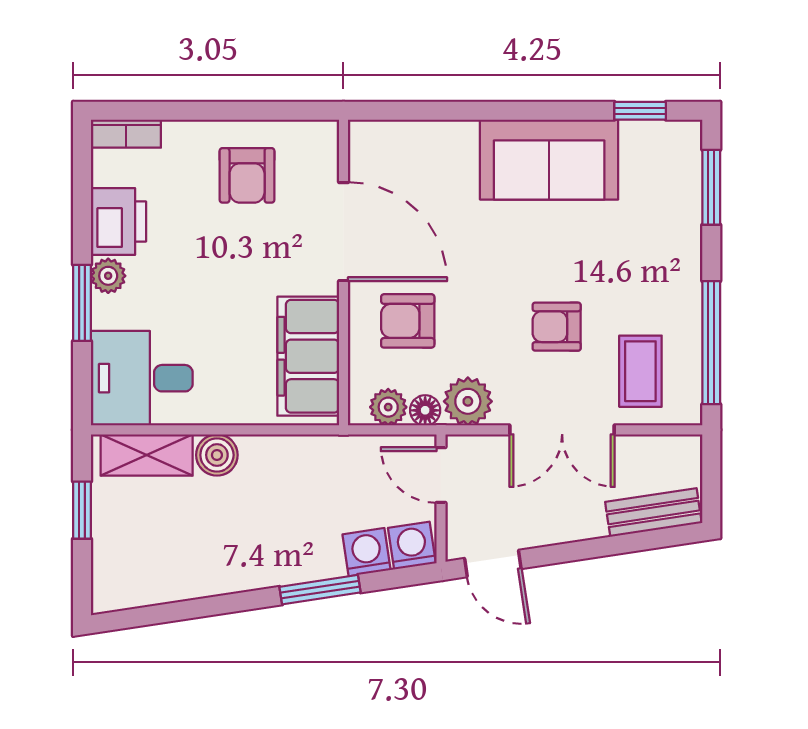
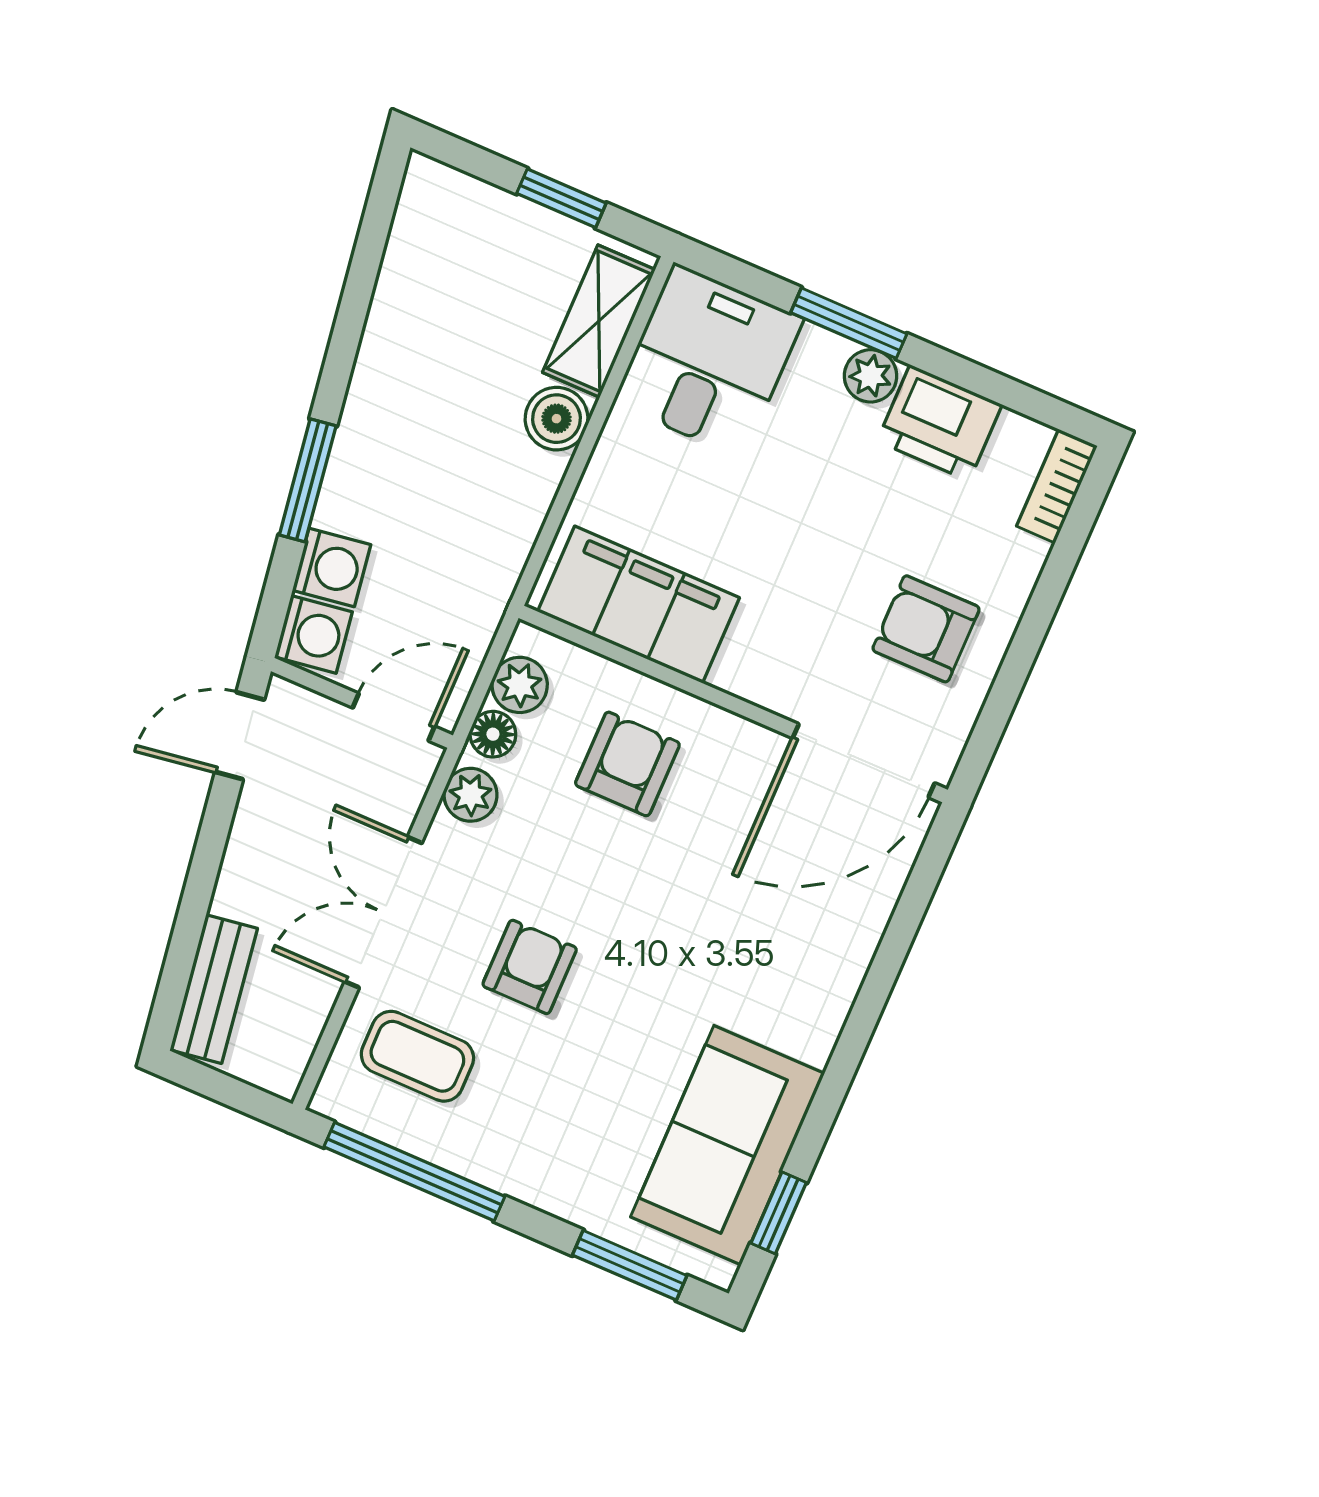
sofa: (549, 160) -> (728, 1145), moved
door: (343, 232) -> (864, 761), moved
plant: (468, 401) -> (471, 795), width x0.73, depth x0.73

